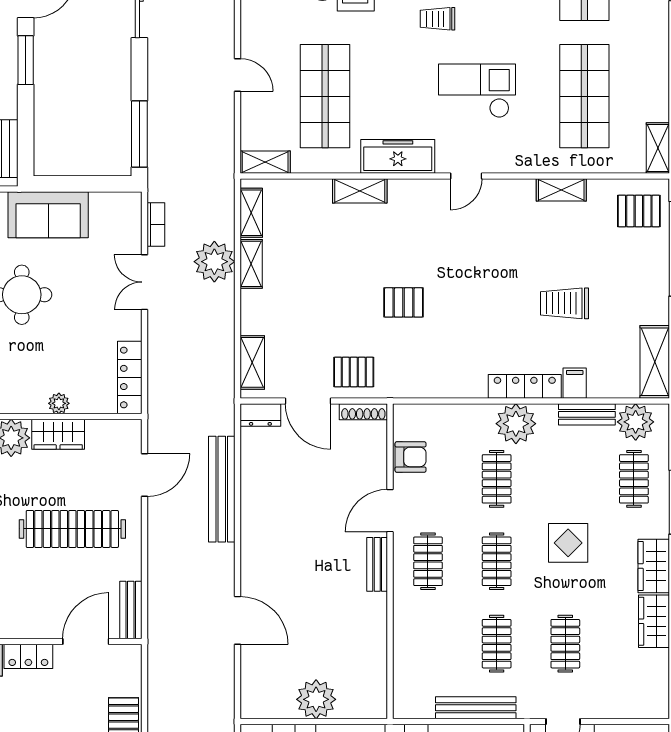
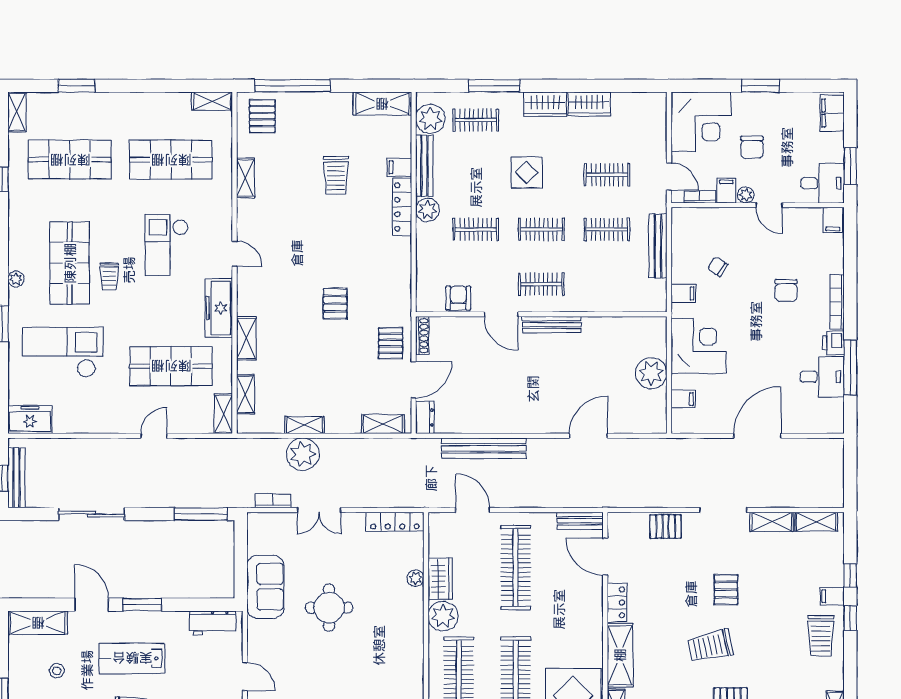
shelving: (251, 213) -> (245, 394), moved, turned 90
bench: (587, 414) -> (424, 166), width x1.36
plant: (516, 424) -> (427, 210), width x0.73, depth x0.73
bench: (377, 564) -> (552, 325), width x1.36

